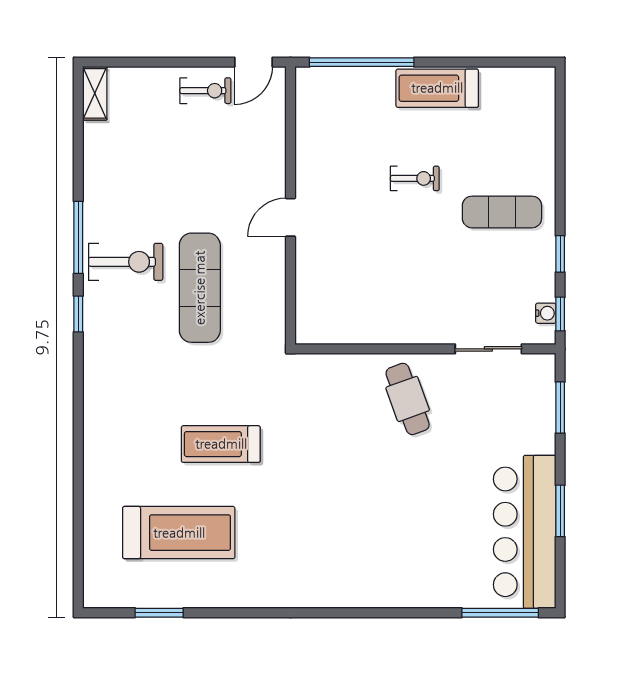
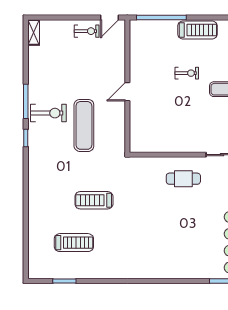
treadmill: (437, 88) -> (197, 30), turned 180
cafe table: (408, 399) -> (183, 179), turned -70
treadmill: (179, 533) -> (74, 243), width x0.73, depth x0.73

